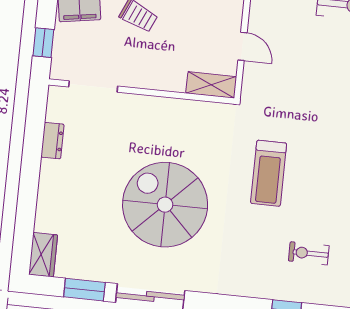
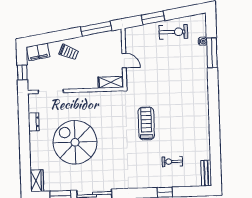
treadmill: (269, 173) -> (146, 123), turned 180
spiral stairs: (165, 205) -> (75, 142), moved

